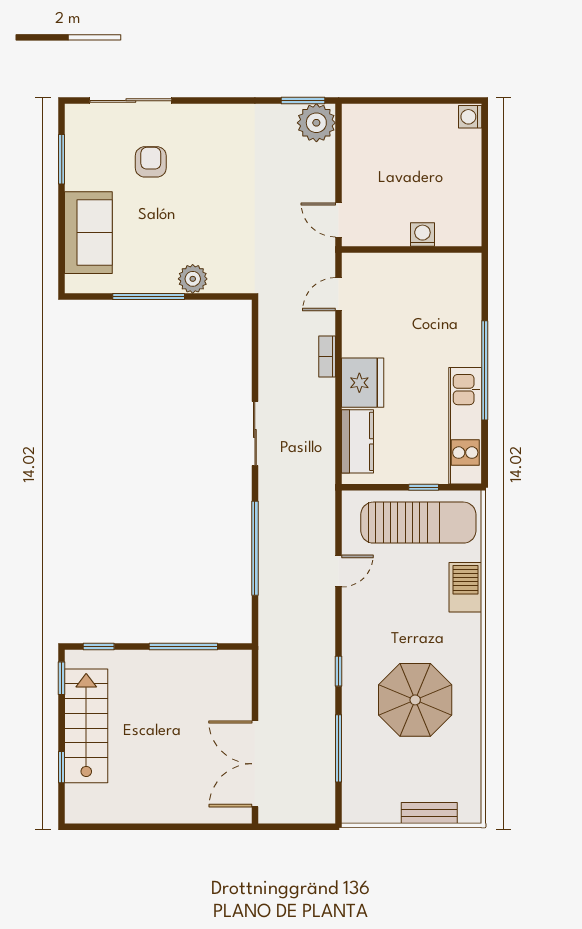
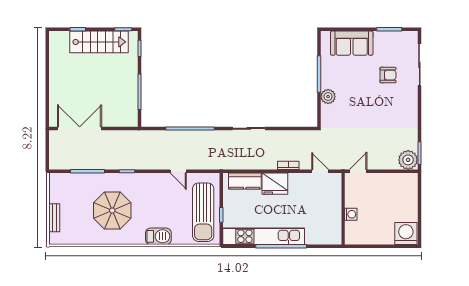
washing machine: (470, 117) -> (406, 234), width x1.89, depth x1.89
kitchen unit: (465, 426) -> (264, 236), width x1.36
barbecue: (465, 587) -> (158, 236), moved

